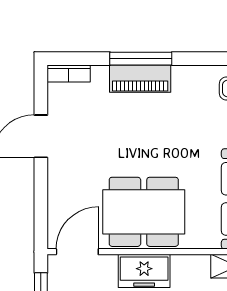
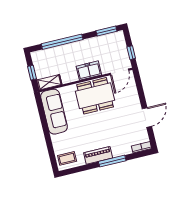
piano: (140, 79) -> (98, 155), moved

